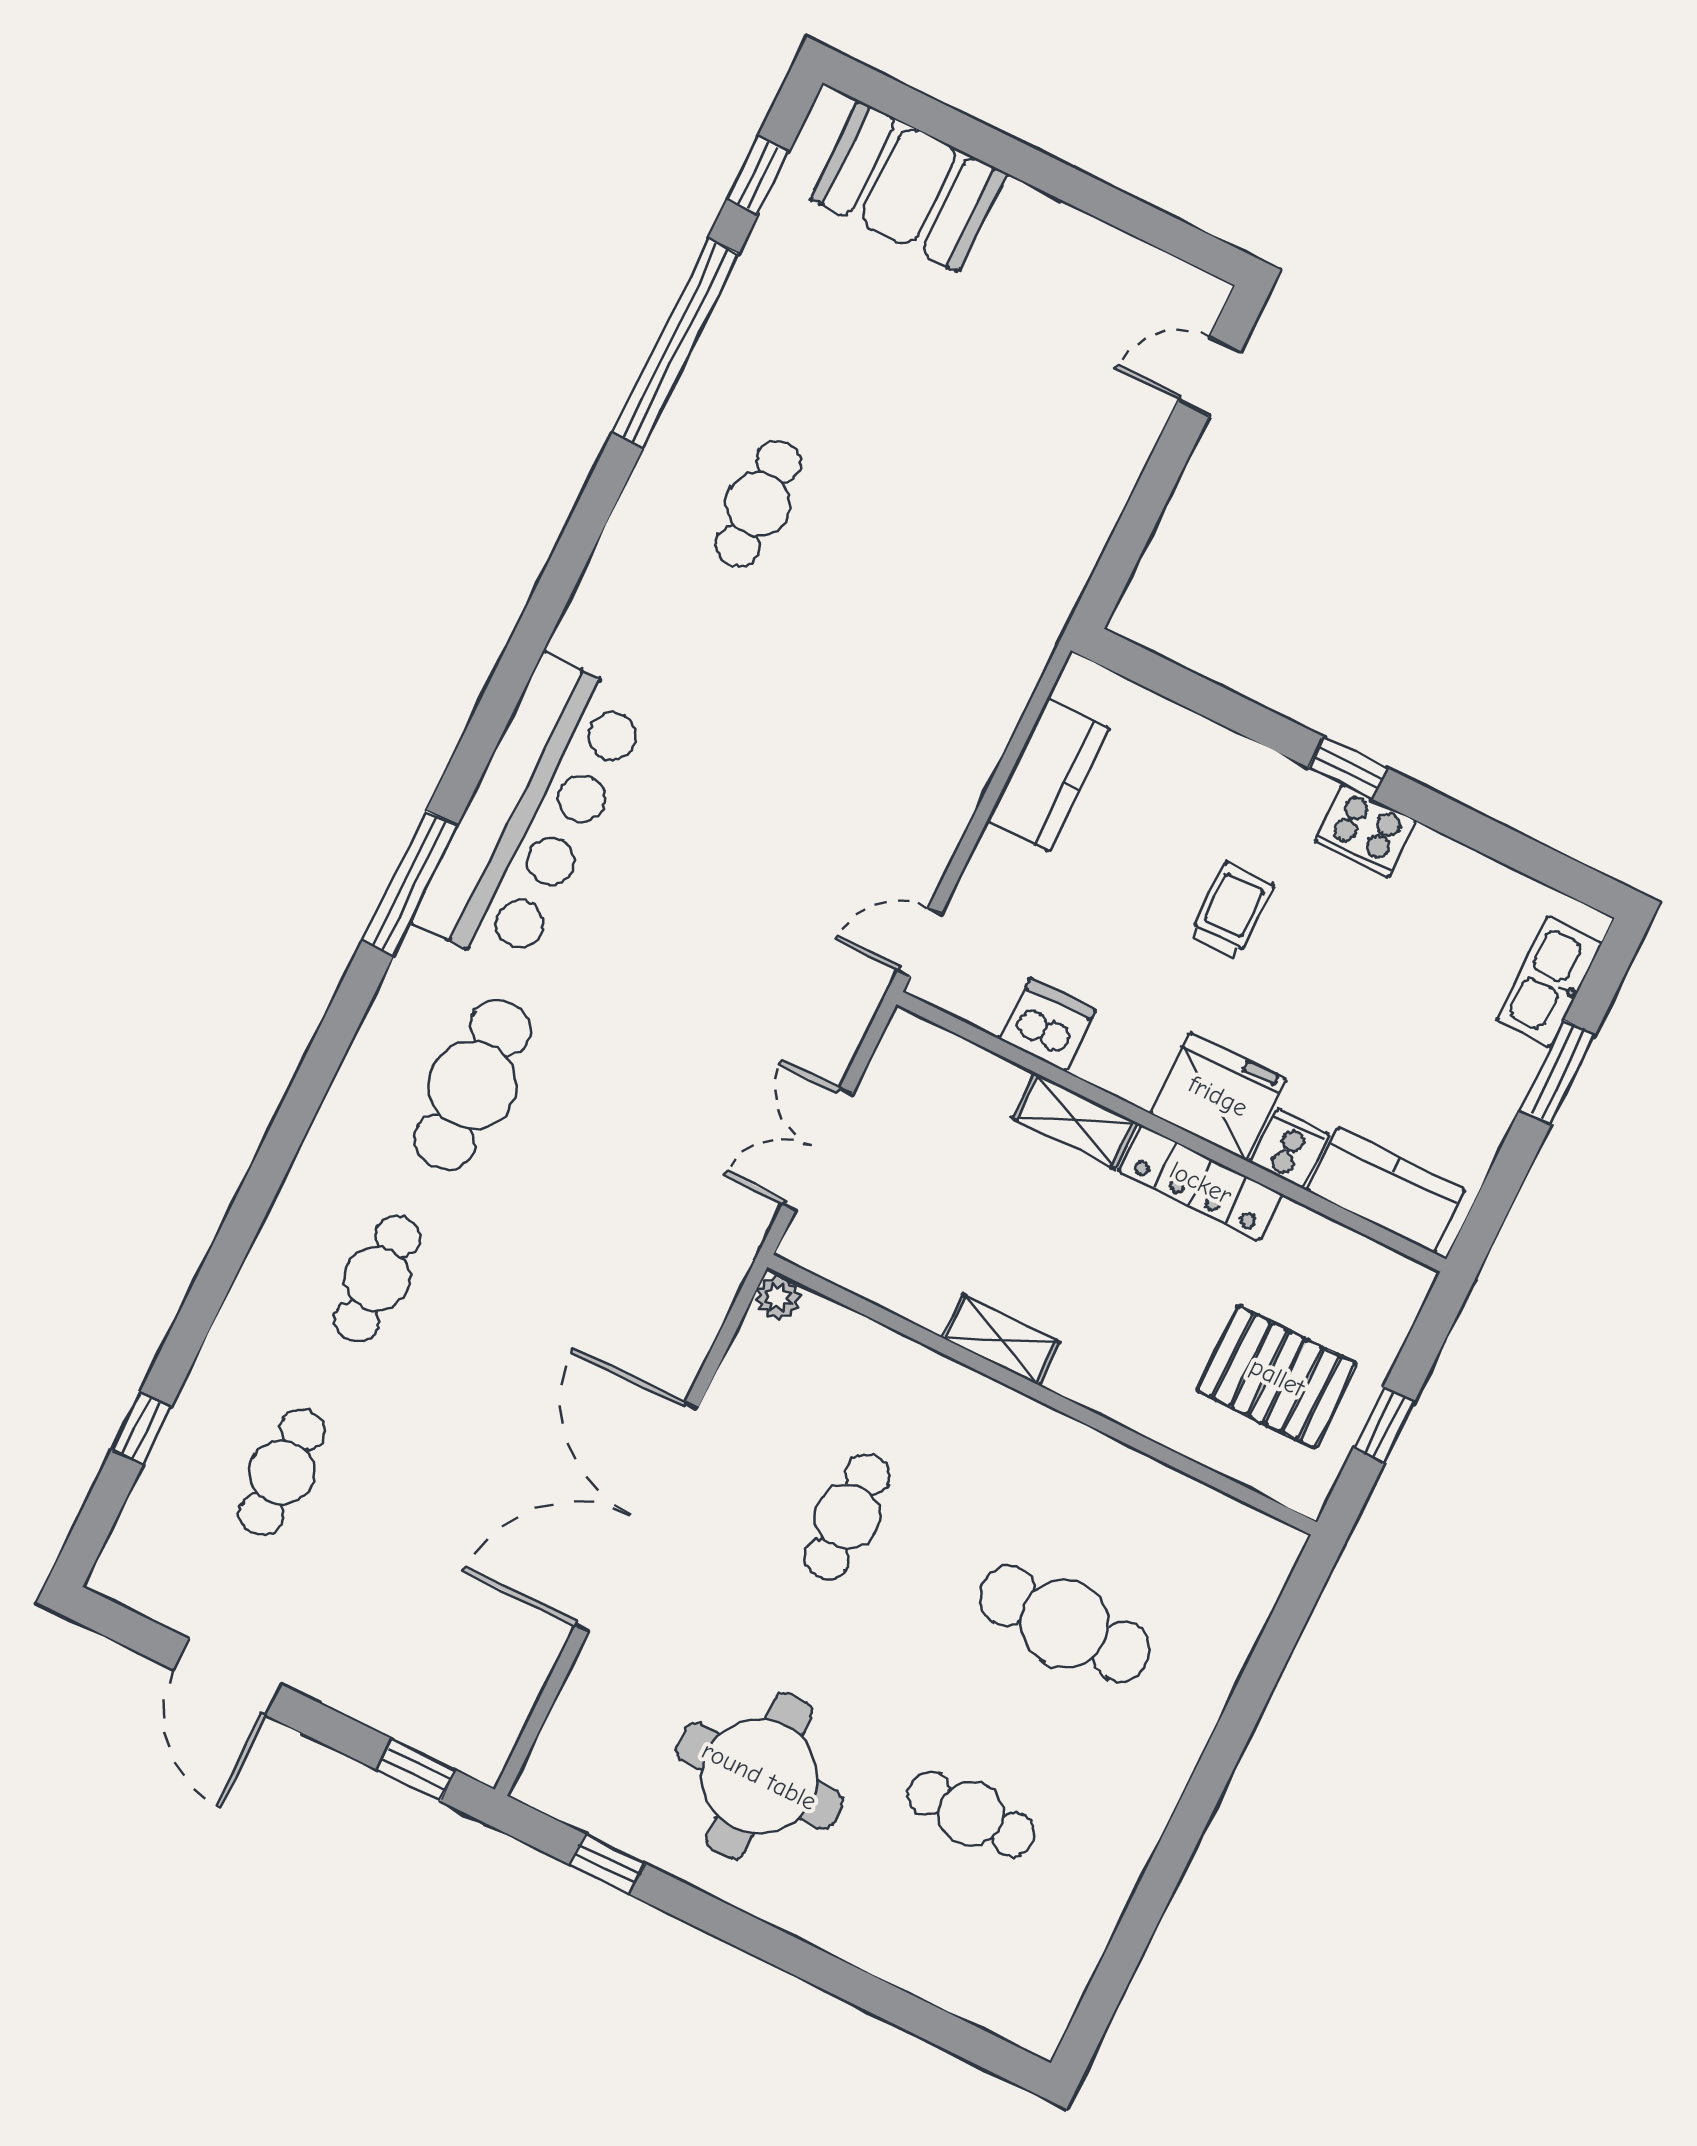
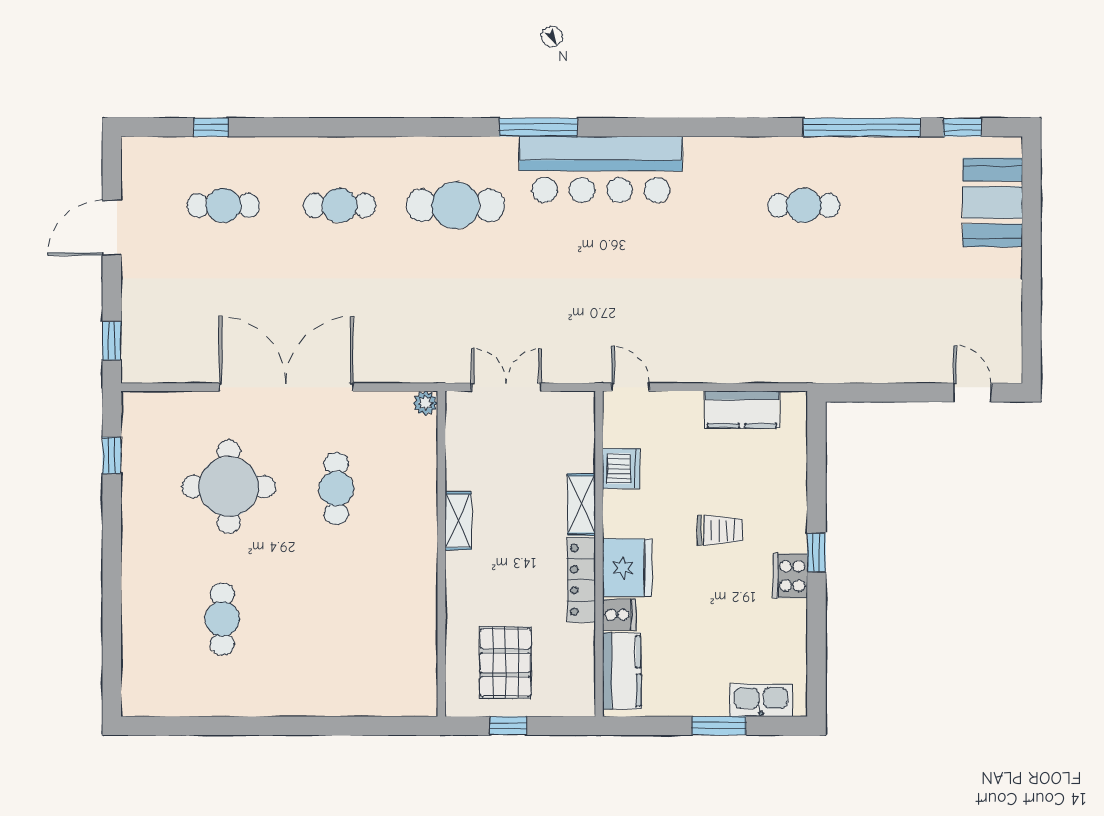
cafe table: (847, 1517) -> (336, 489), turned 90
cafe table: (1065, 1624) -> (336, 619), removed
round table: (759, 1776) -> (229, 487), moved

